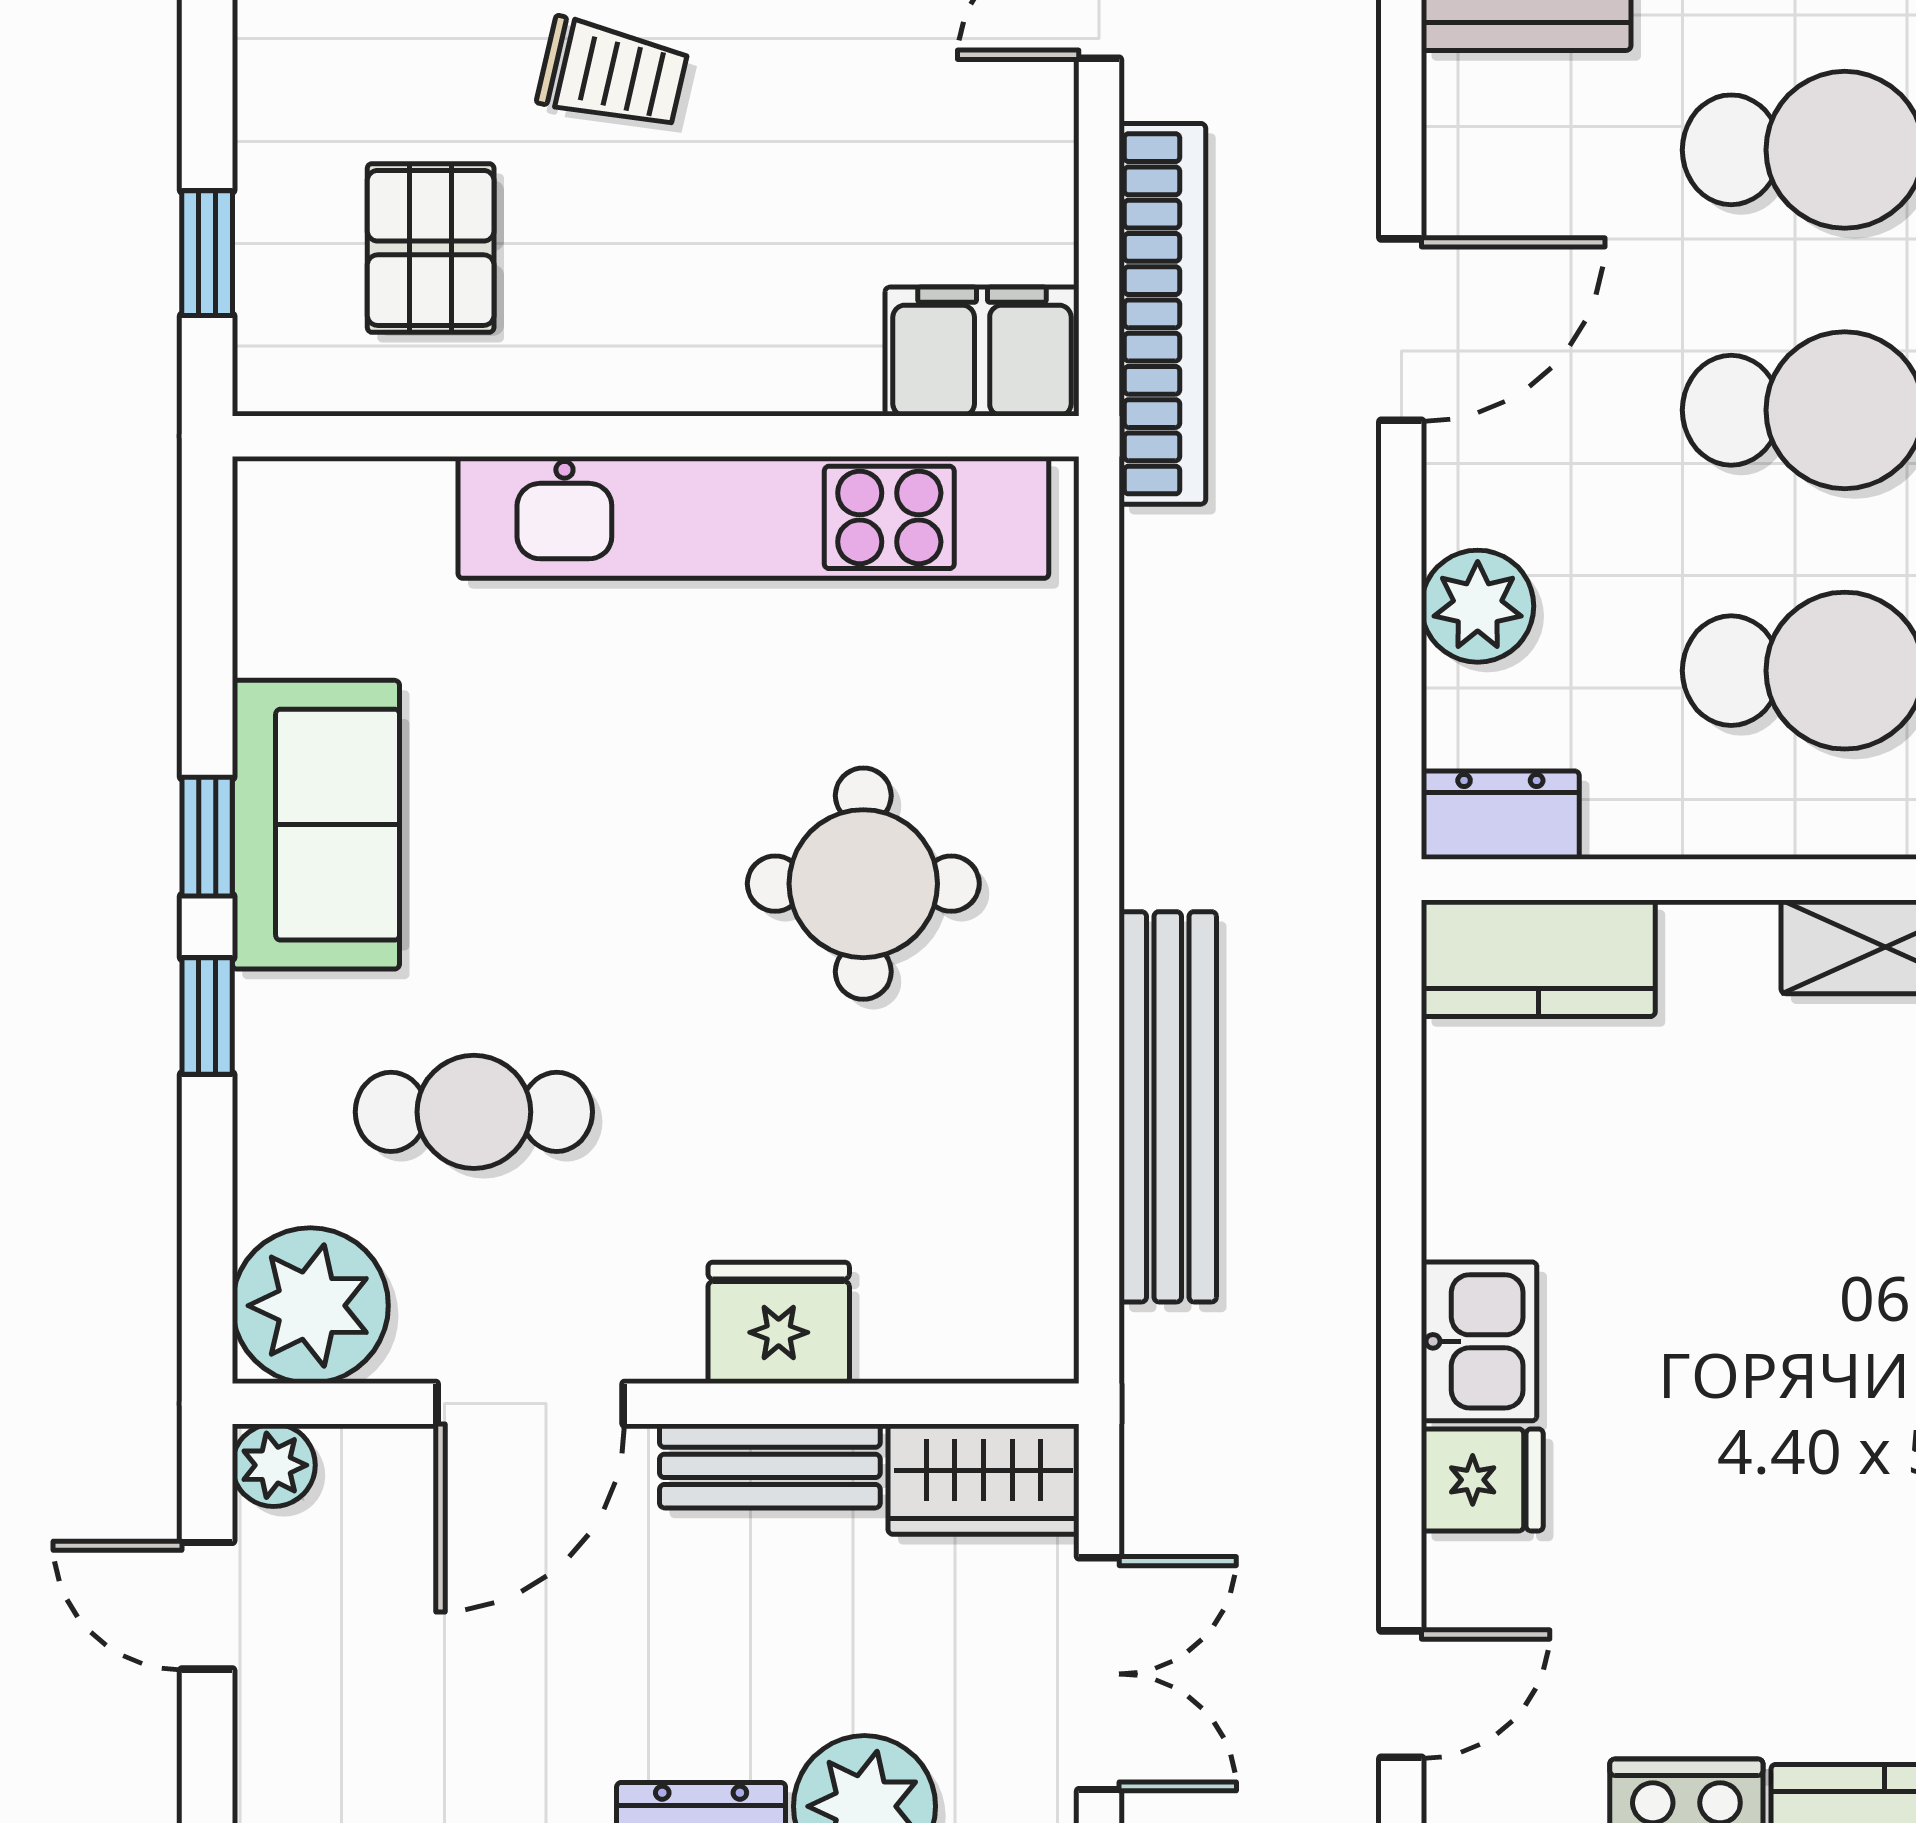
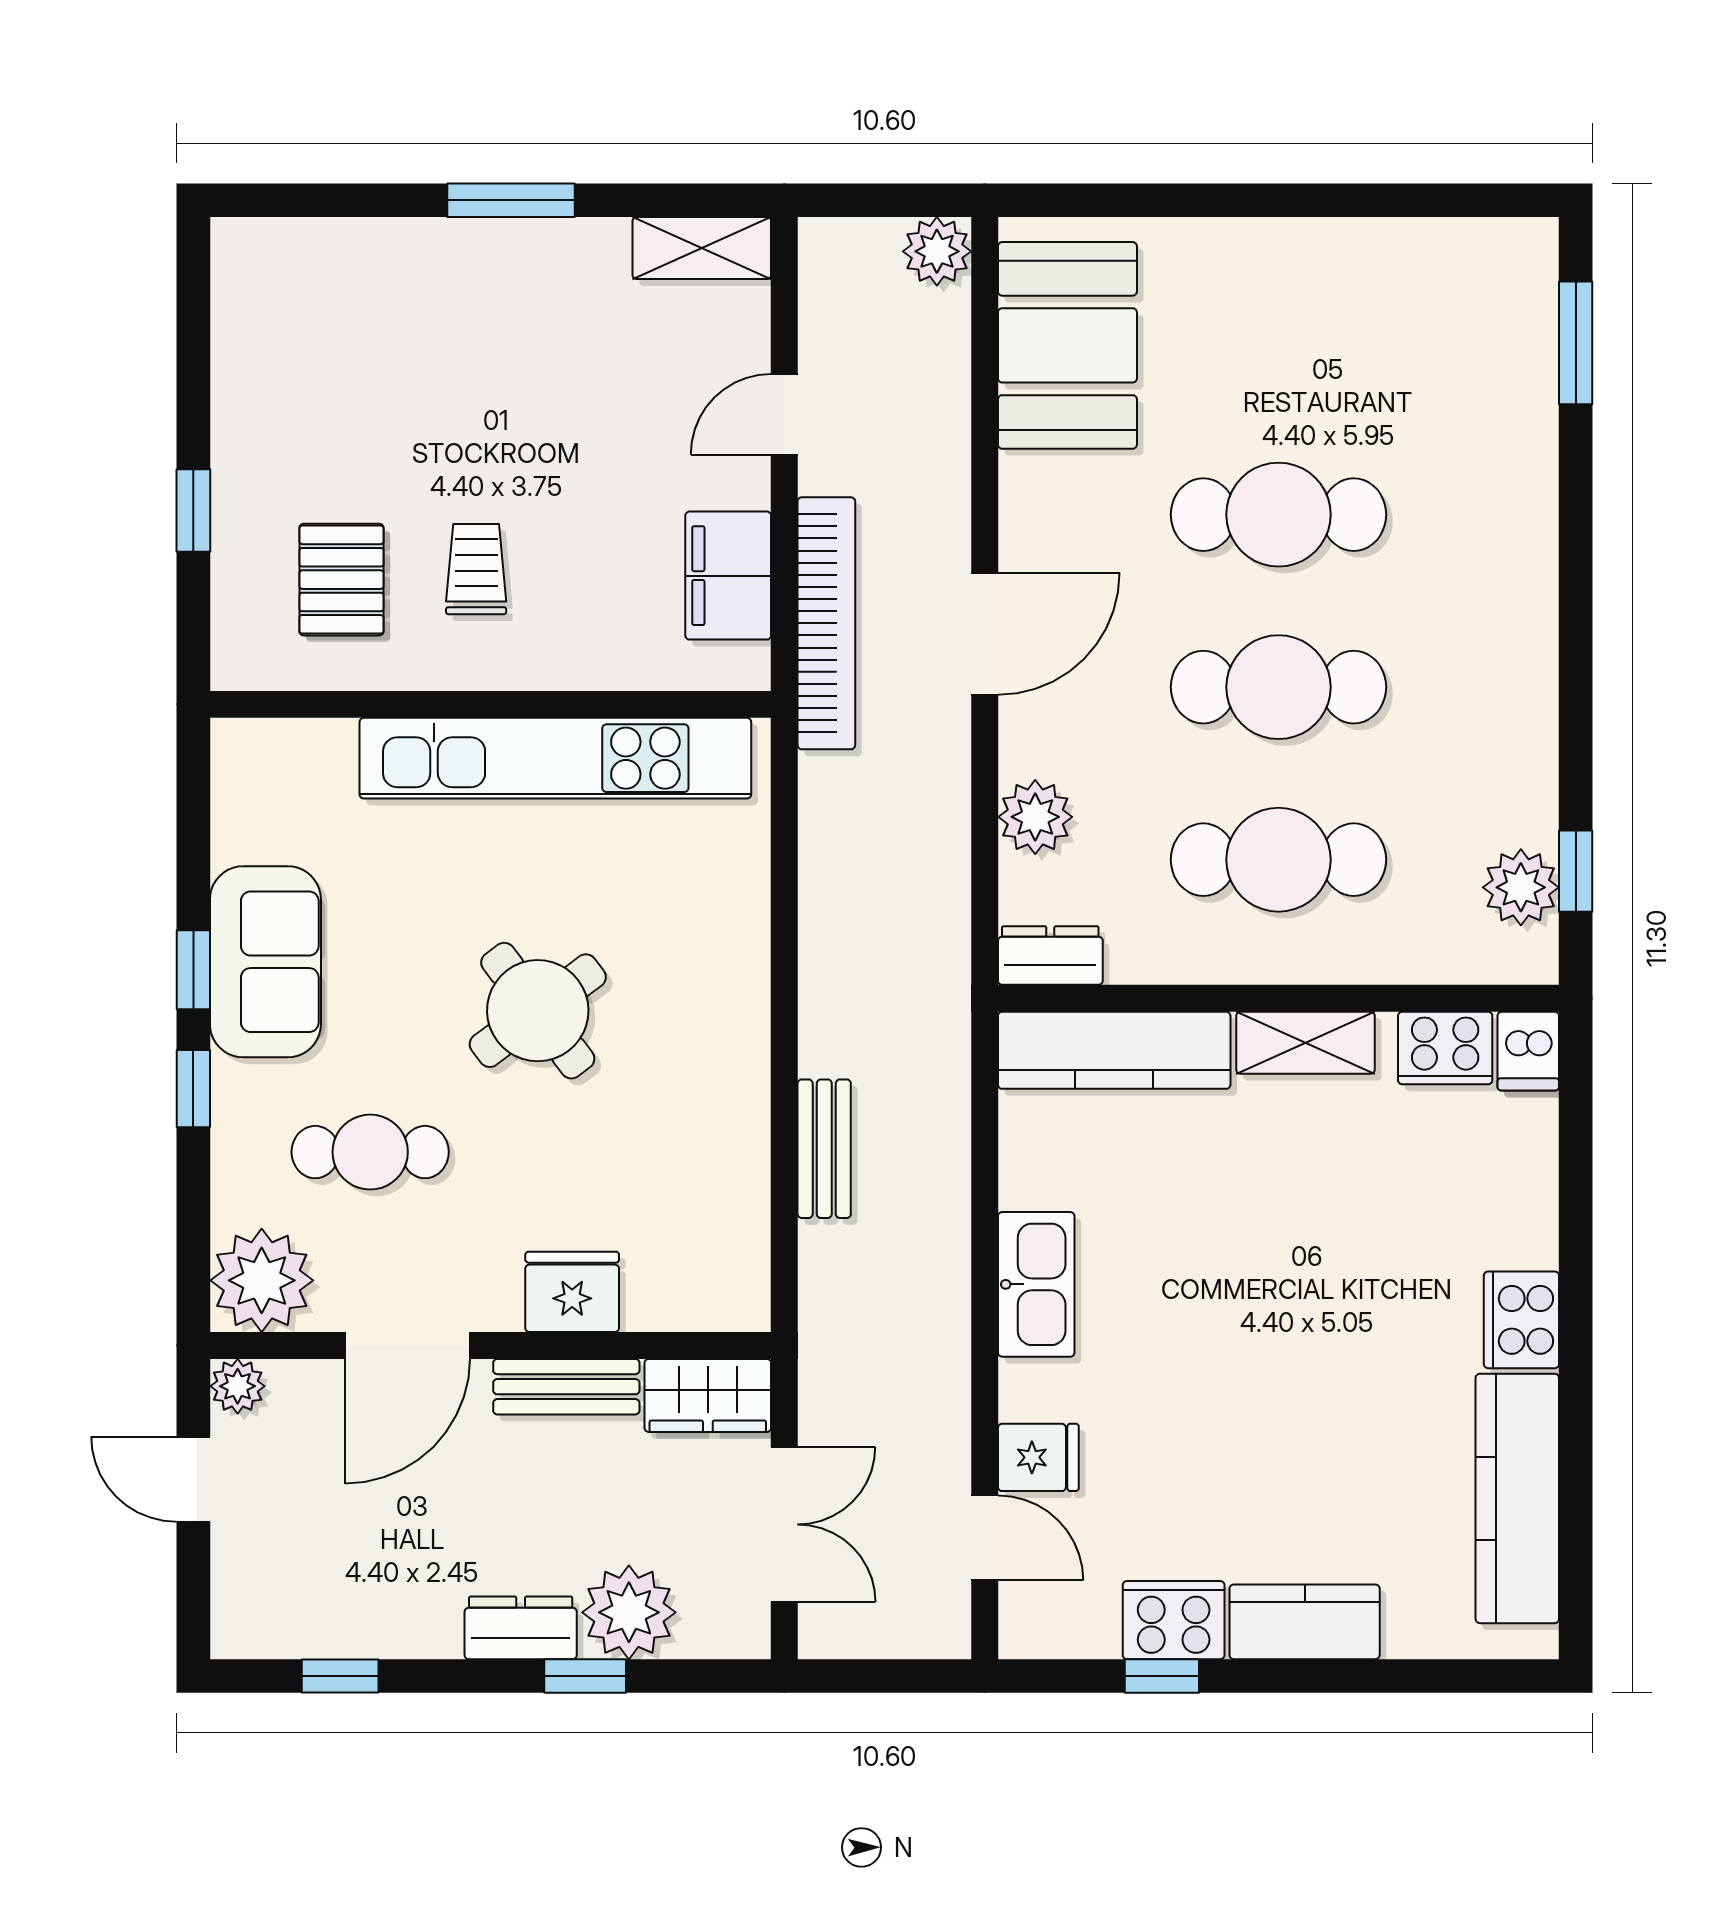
trolley: (613, 74) -> (476, 569), moved, turned -103
window: (207, 253) -> (193, 511), moved
filing cabinet: (982, 352) -> (728, 576), moved, turned -90
round table: (863, 884) -> (538, 1011), moved, turned -37
kitchen counter: (1538, 958) -> (1114, 1050), width x1.50
bench: (1168, 1107) -> (824, 1149), width x0.54, depth x0.82
kitchen sink: (1479, 1341) -> (1036, 1284), width x1.38
fridge: (1482, 1480) -> (1038, 1457), moved
door: (1401, 1694) -> (985, 1538), hinge flipped

